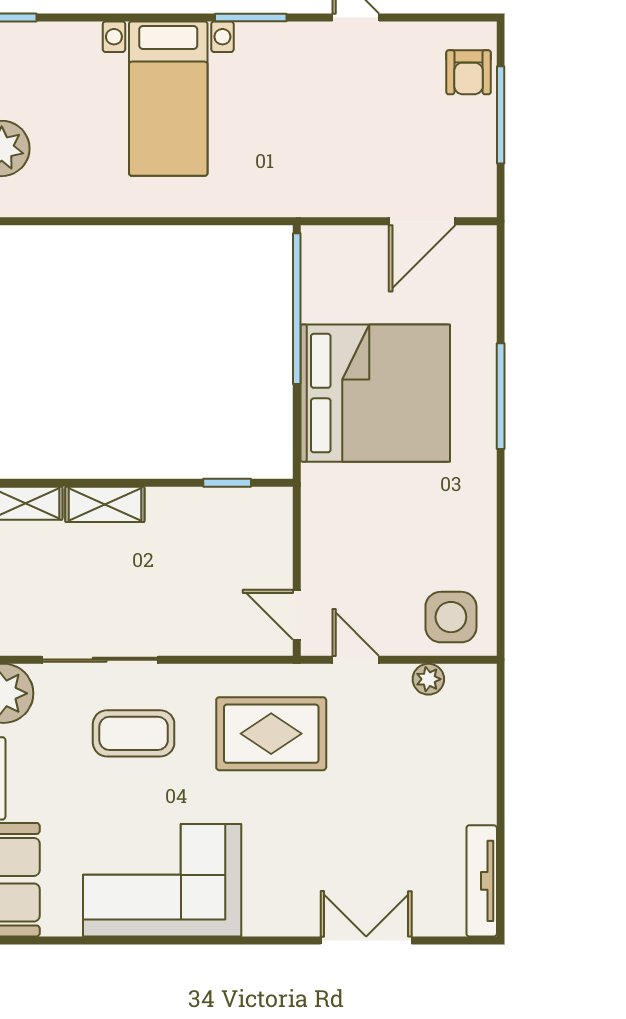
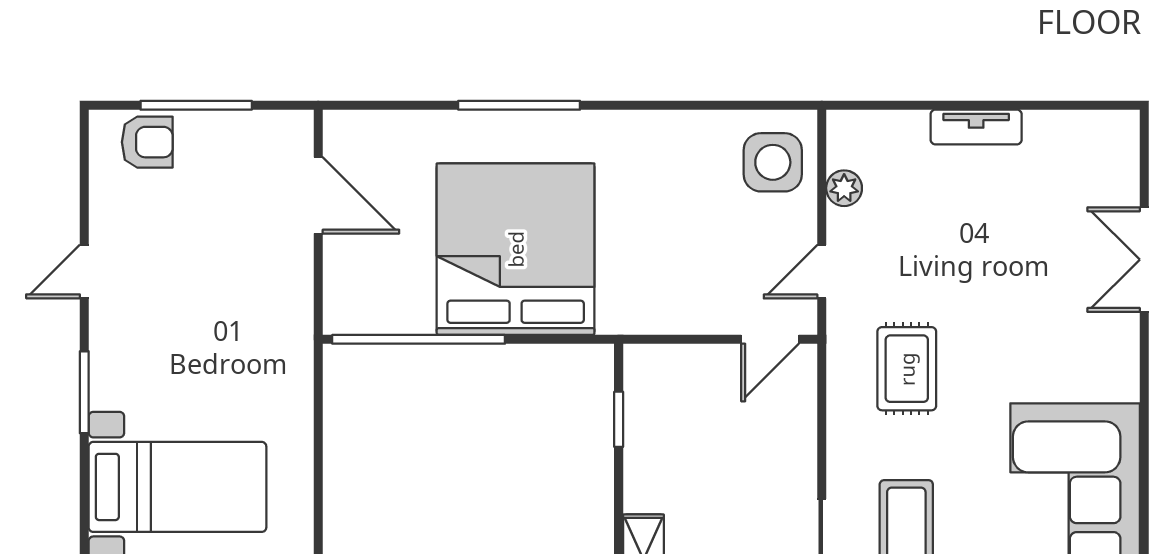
rug: (271, 734) -> (907, 369), width x0.73, depth x0.70
tv unit: (482, 881) -> (976, 127), moved, width x0.71

